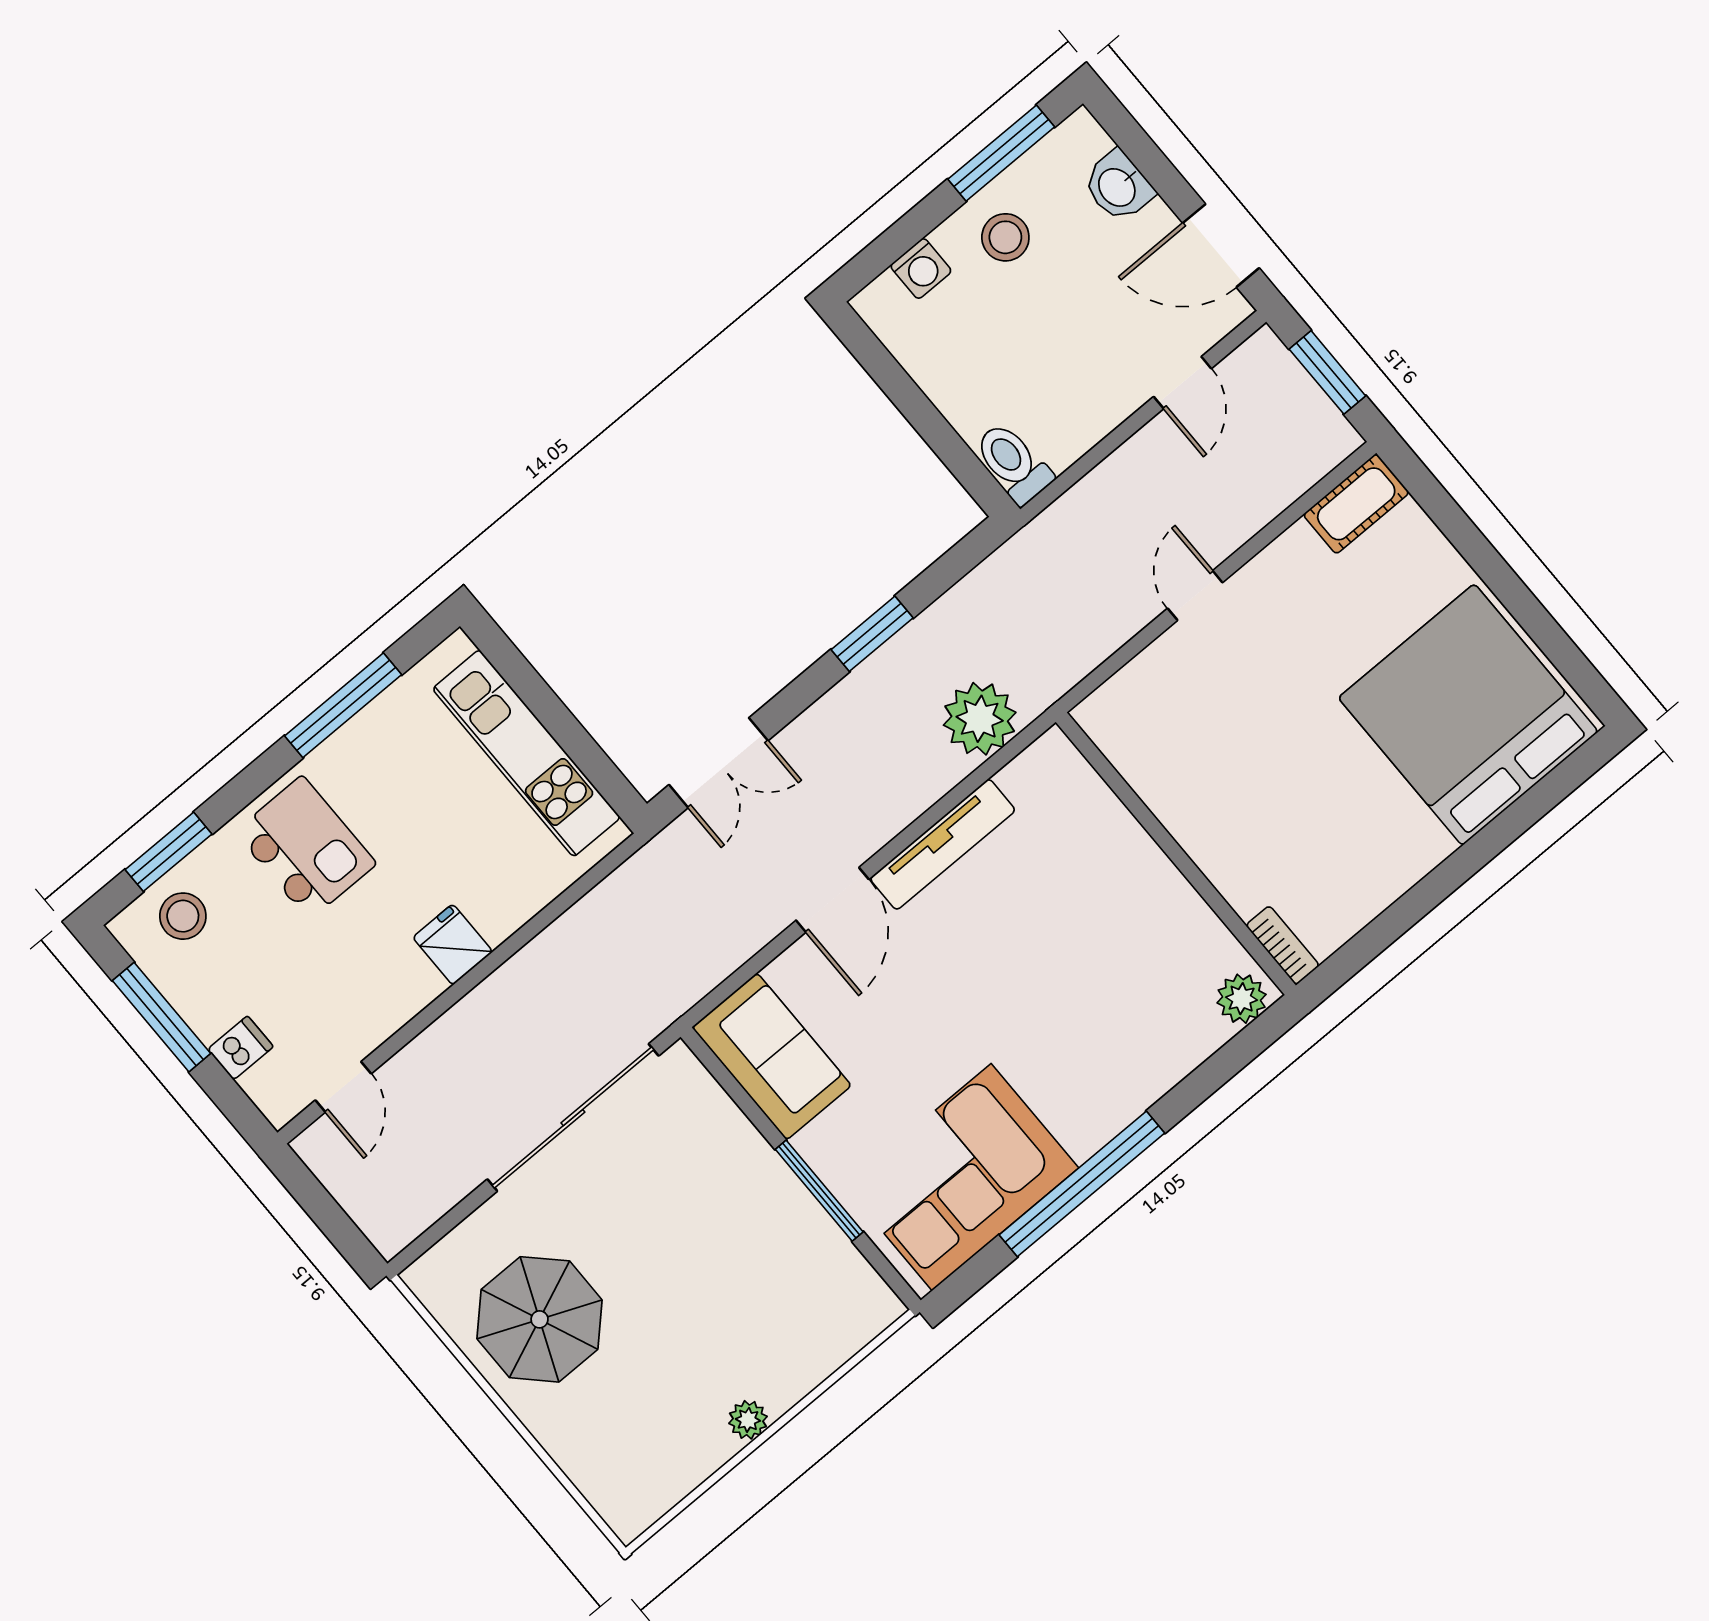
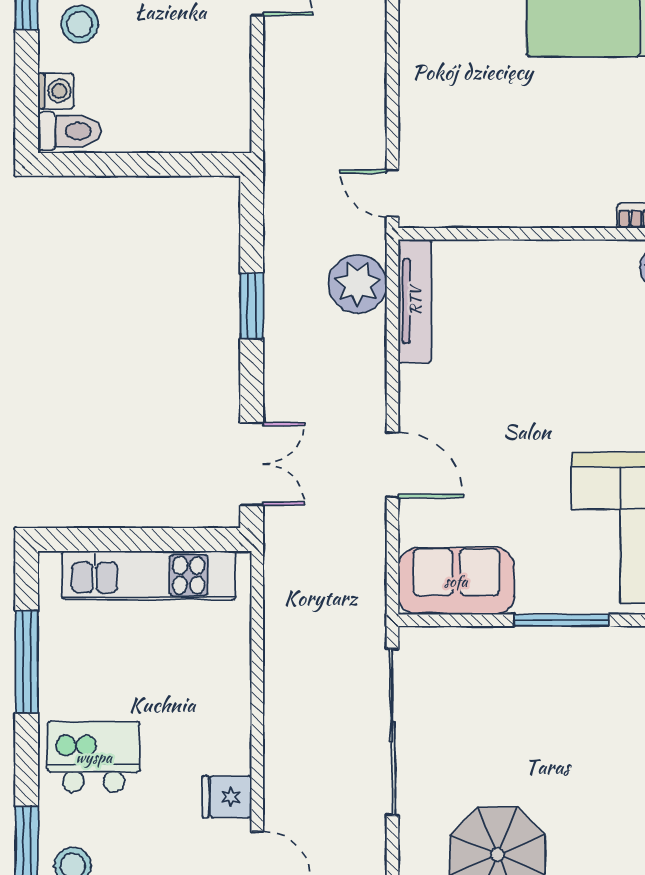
toilet: (1013, 463) -> (70, 131), moved, turned 180
door: (1195, 596) -> (392, 193), moved
tv unit: (943, 844) -> (415, 301), moved
fridge: (453, 945) -> (227, 797), moved

